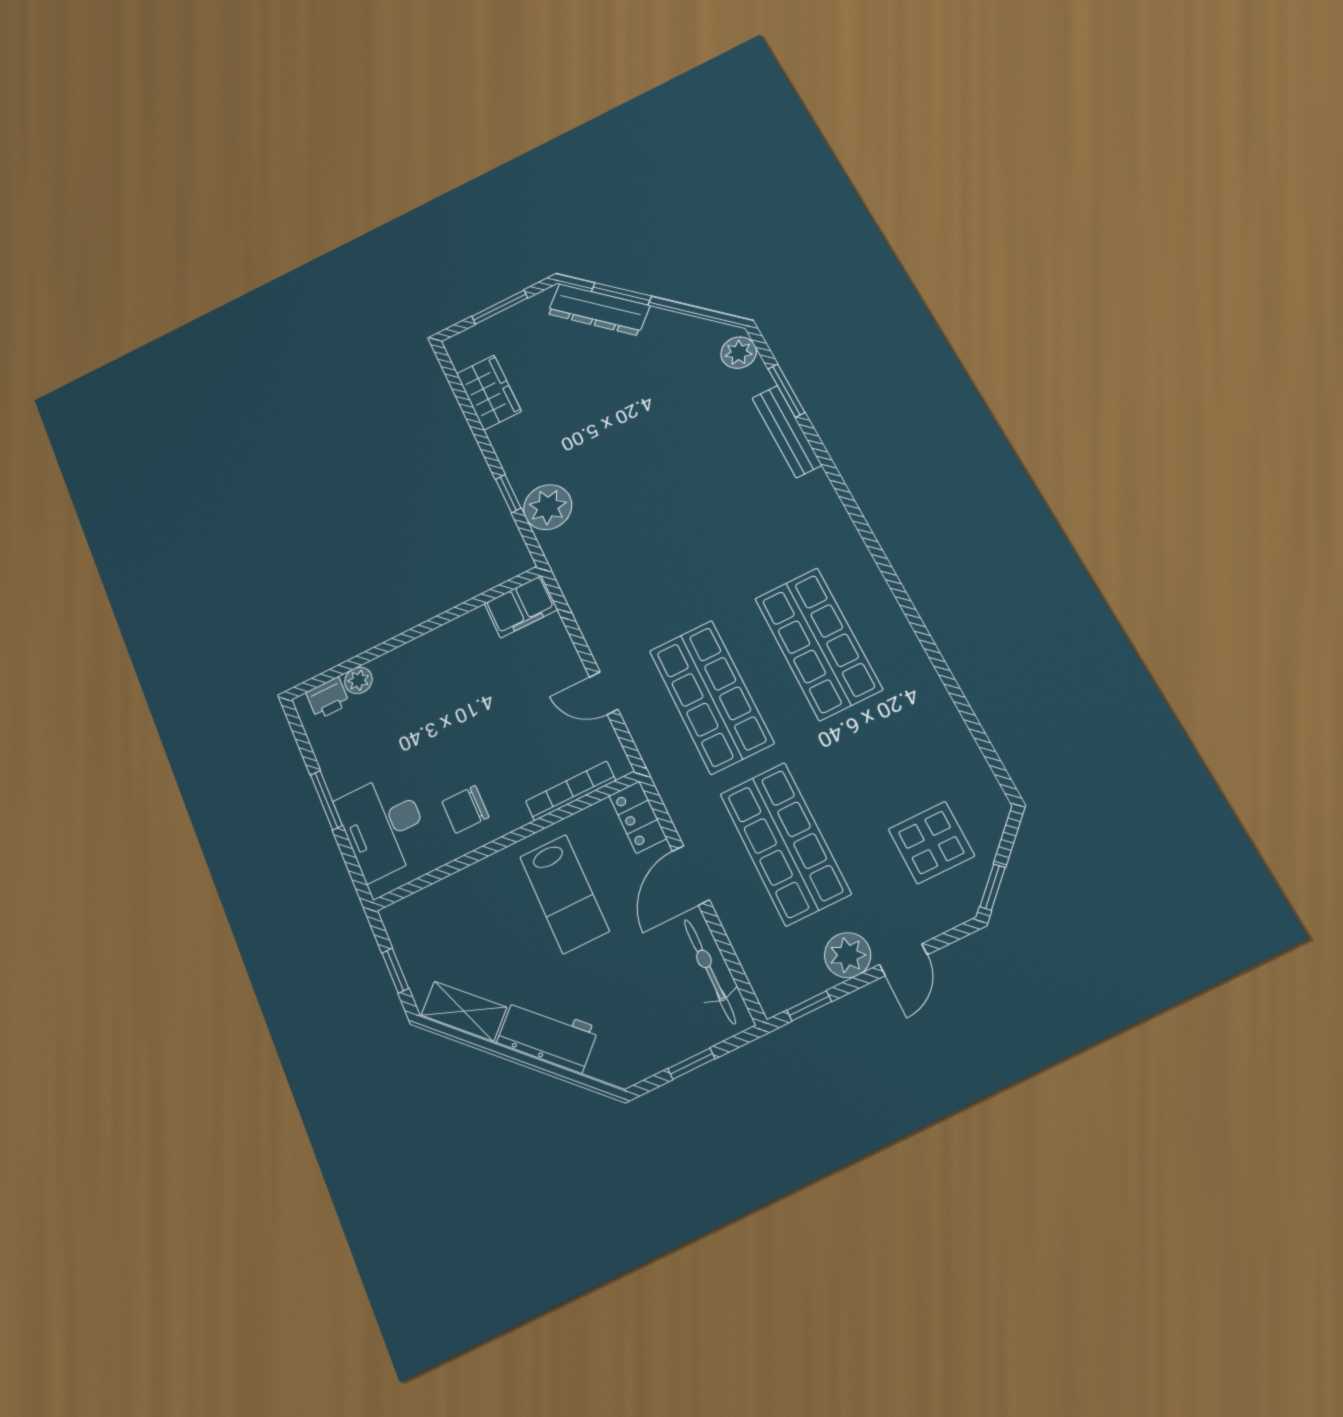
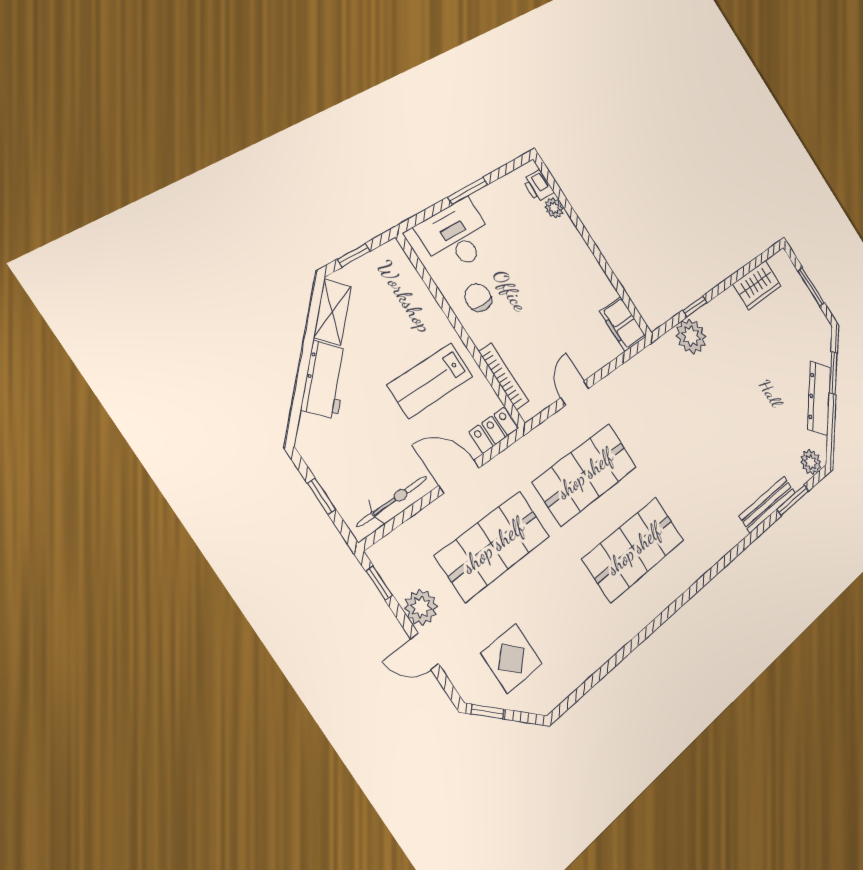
dresser: (598, 310) -> (819, 398), moved

